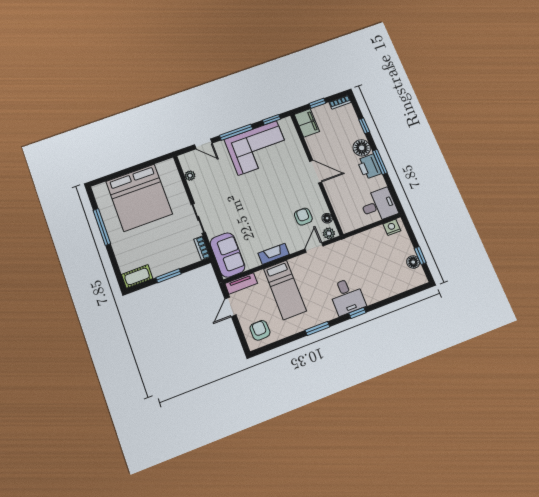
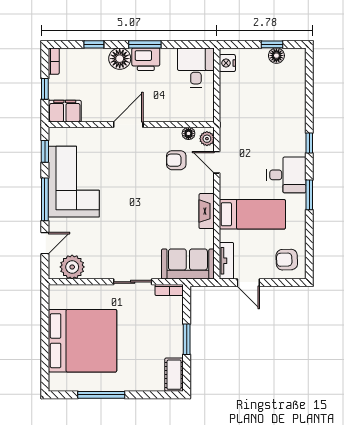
plant: (190, 176) -> (72, 267), width x1.88, depth x1.88
desk: (347, 296) -> (286, 175), moved

